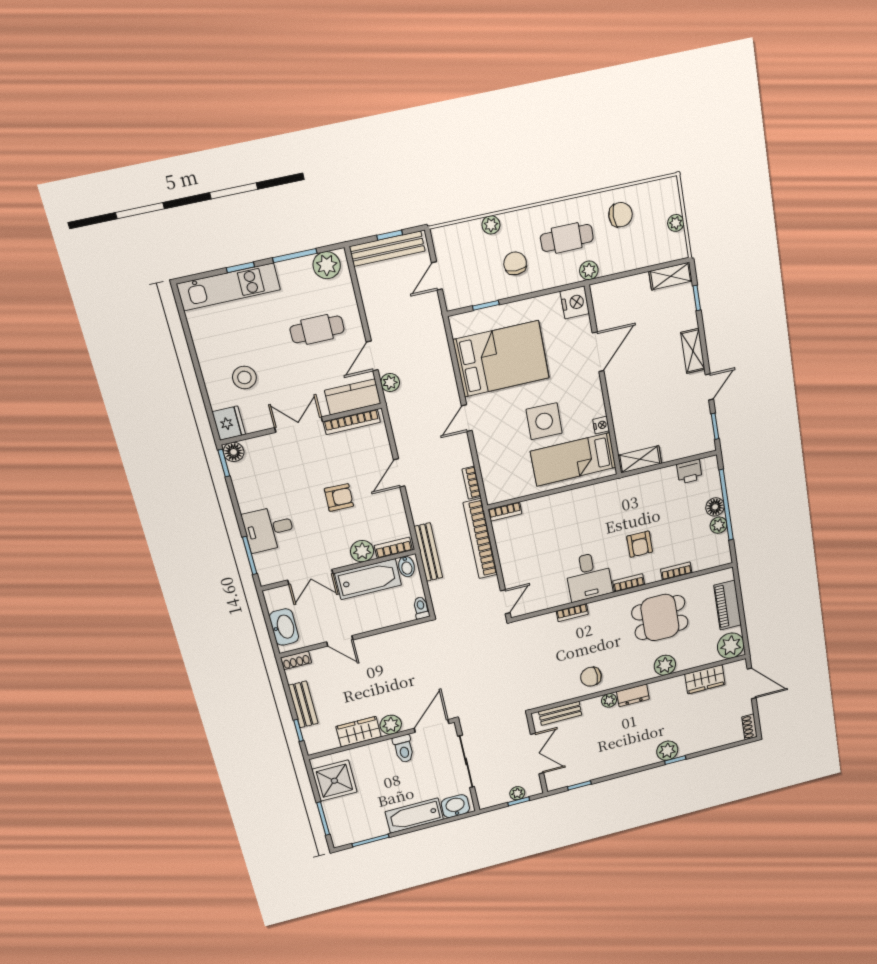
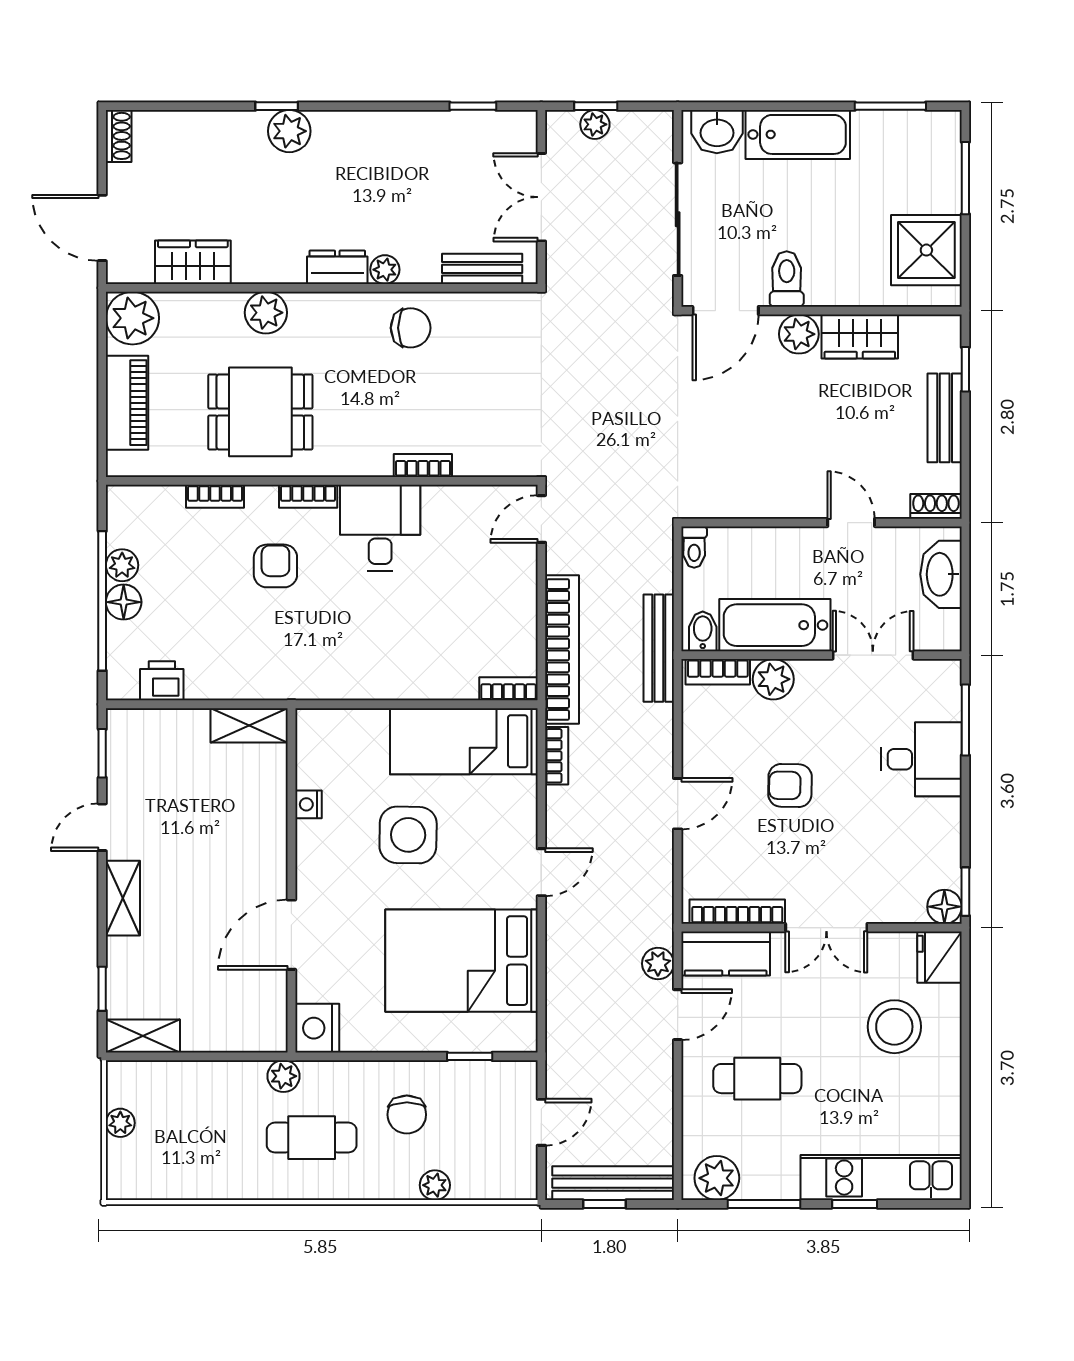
chair: (620, 215) -> (214, 1156), removed
stool: (244, 377) -> (894, 1027), width x1.38, depth x1.38
bed: (573, 459) -> (464, 741), moved, turned 180

